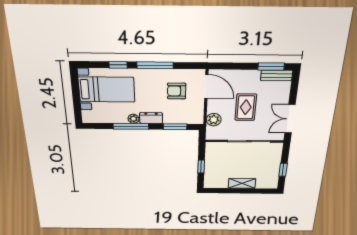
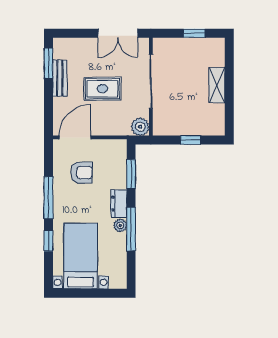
bench: (277, 75) -> (60, 78), moved
armchair: (177, 91) -> (81, 173), turned -90
plant: (214, 120) -> (140, 127), moved

